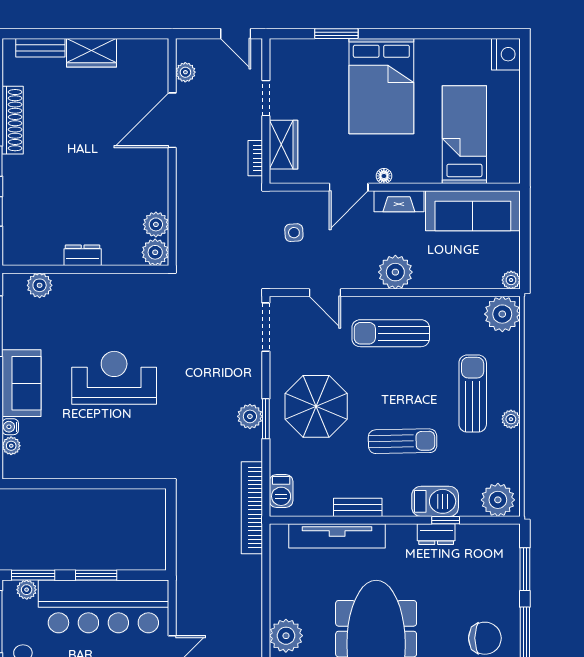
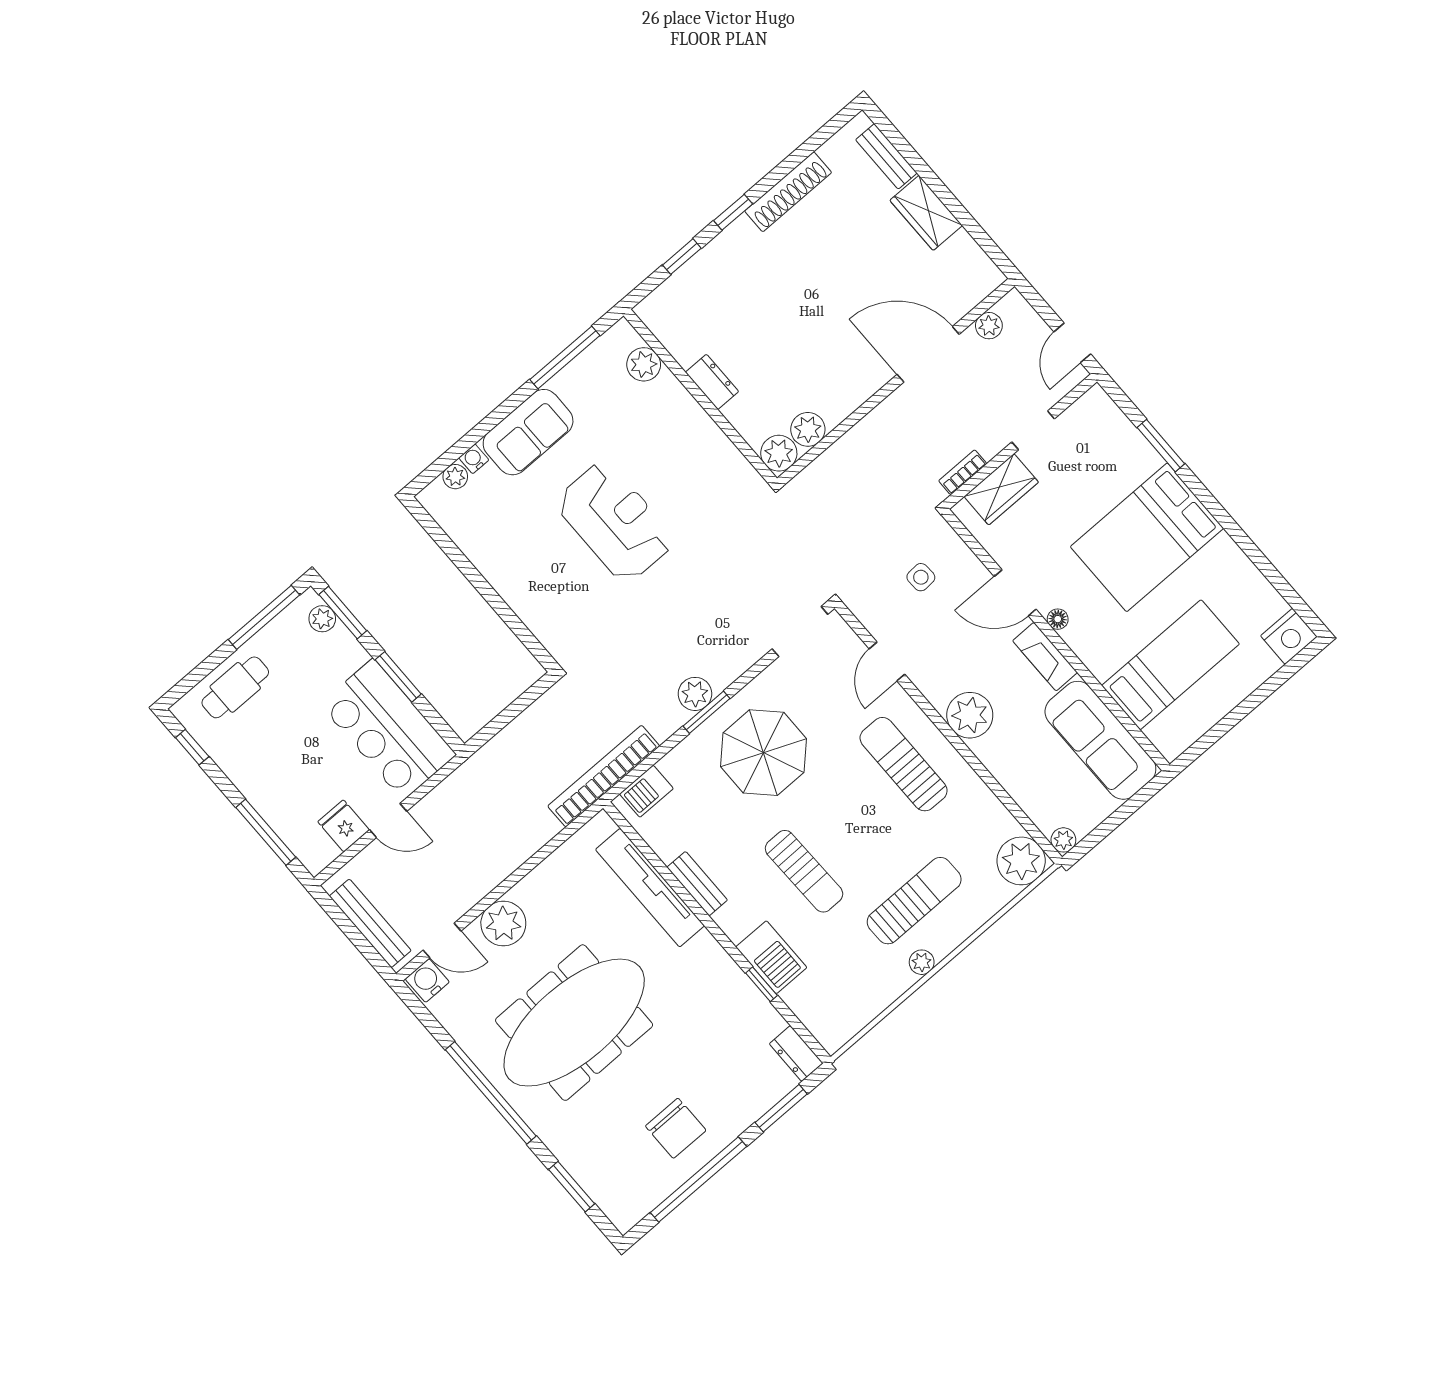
plant: (498, 500) -> (828, 1020), removed
dresser: (436, 534) -> (796, 1054), moved
bar counter: (103, 606) -> (388, 729), width x0.73

